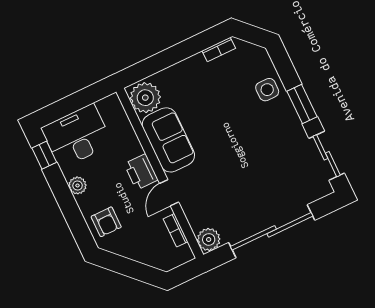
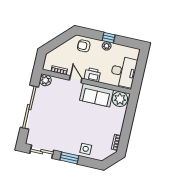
desk: (77, 136) -> (124, 72), moved
window: (44, 155) -> (109, 38), moved

